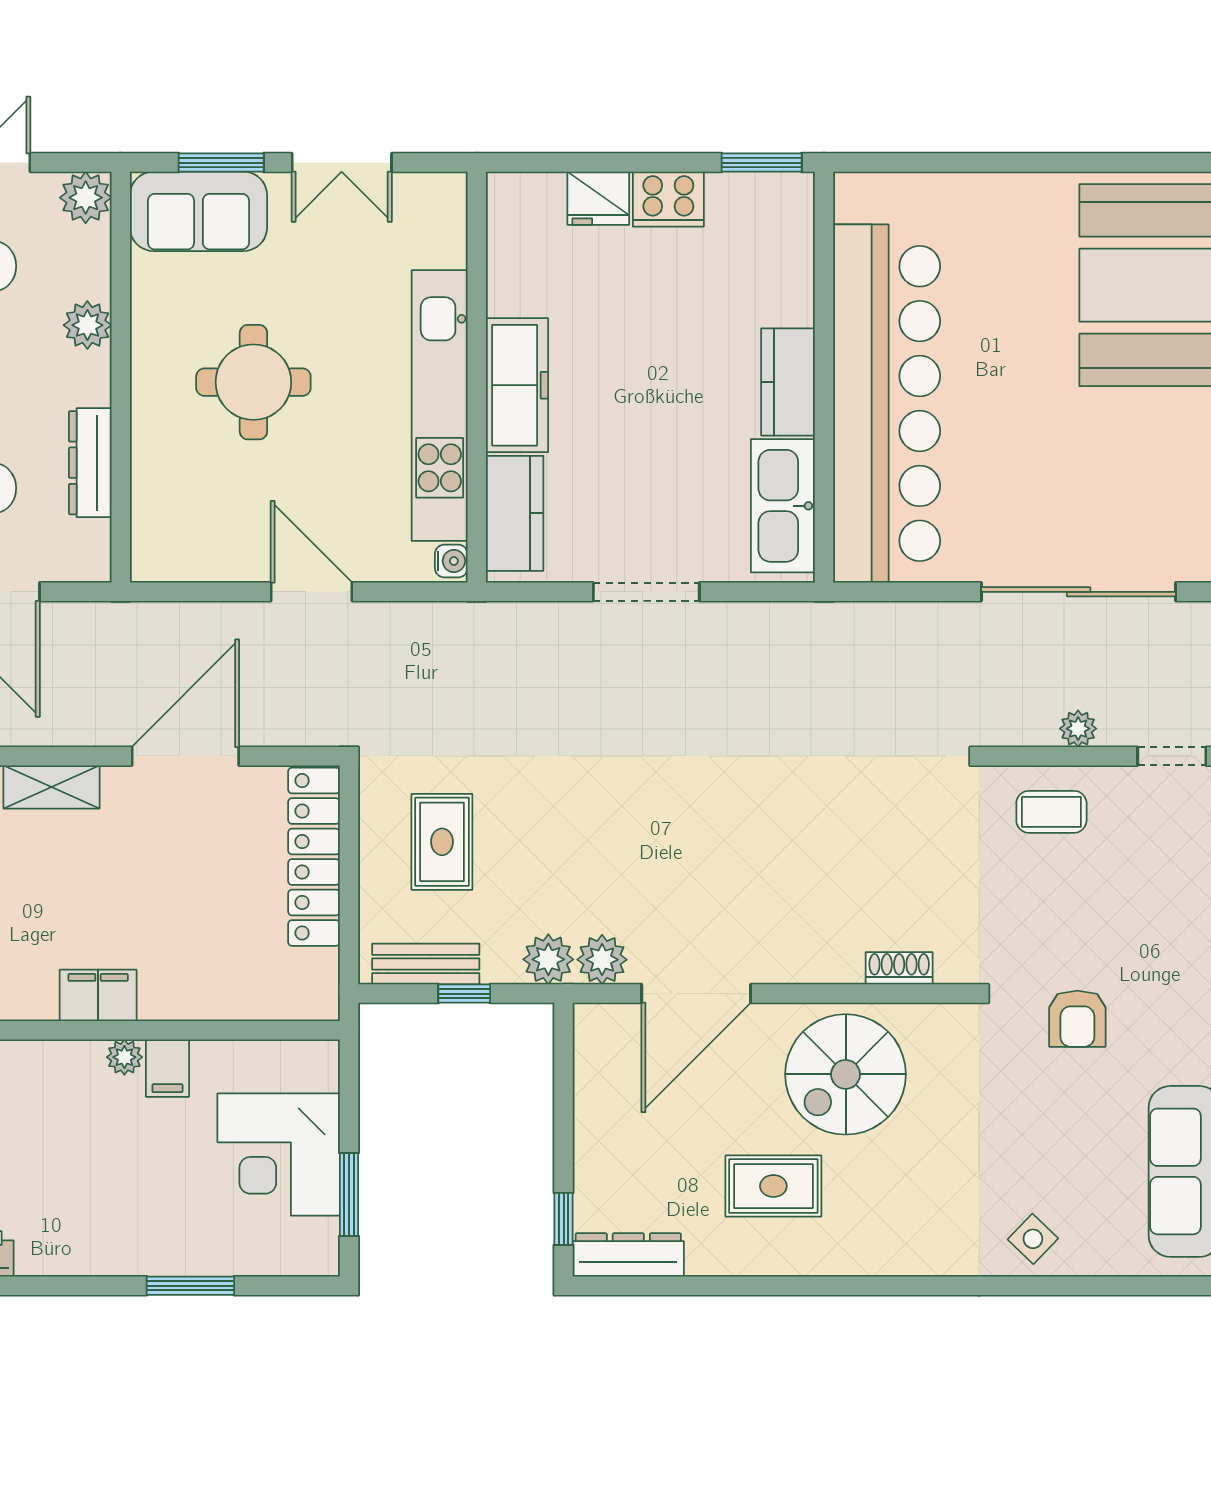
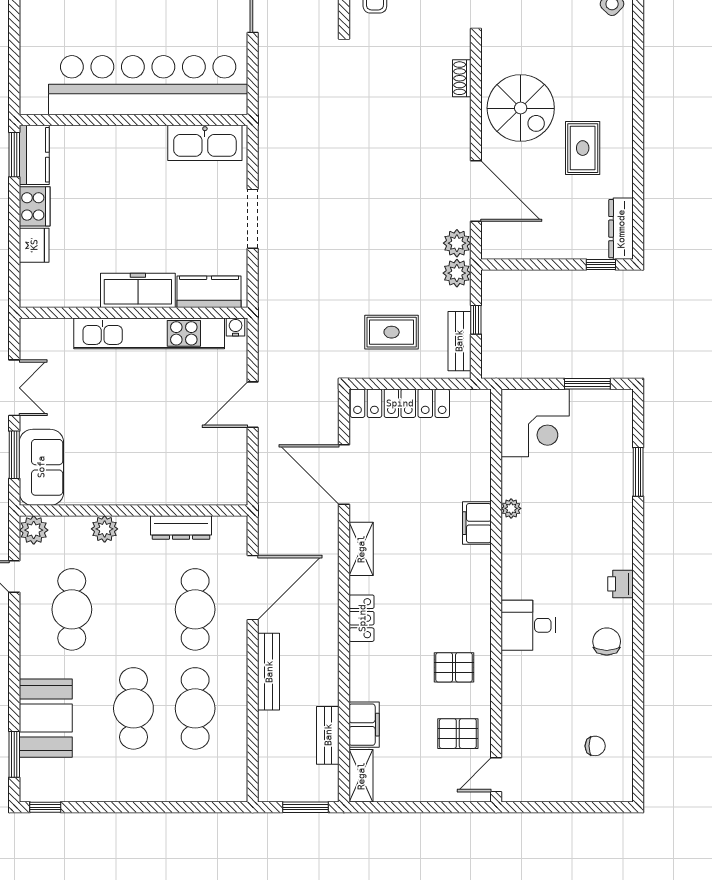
round table: (253, 382) -> (136, 437), removed
kitchen counter: (788, 382) -> (34, 155), moved, turned -90
filing cabinet: (167, 1068) -> (517, 485), removed
corner desk: (279, 1155) -> (535, 423), moved

